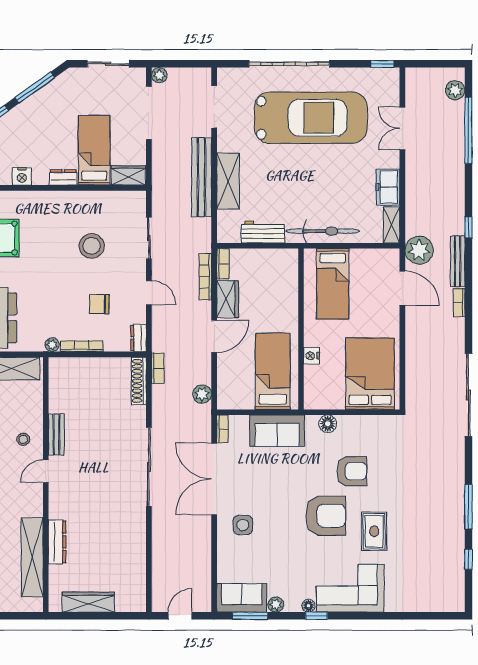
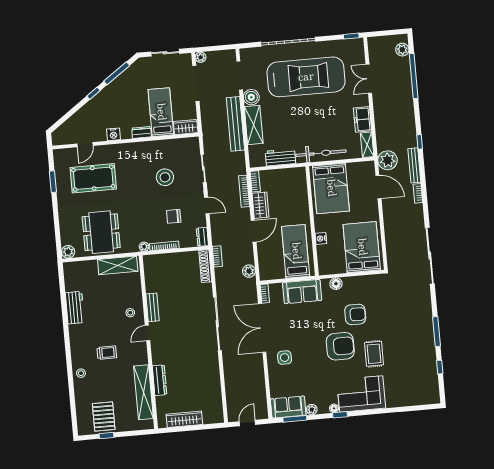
boiler: (228, 140) -> (251, 97), added
bed: (333, 284) -> (331, 188), width x1.50

